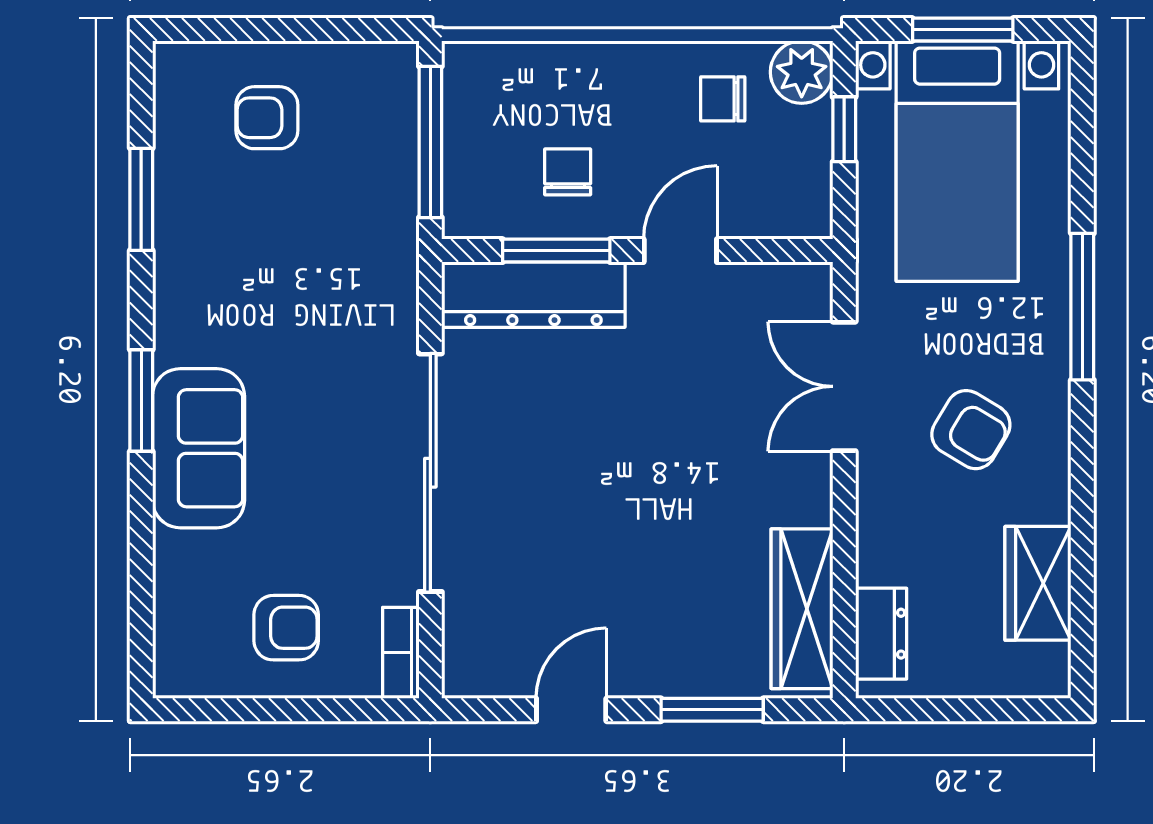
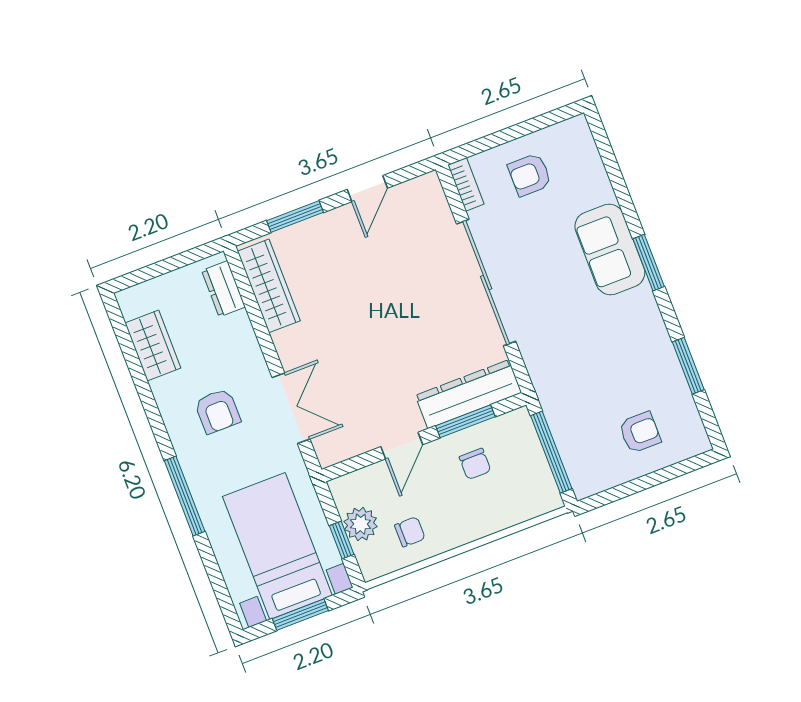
plant: (802, 72) -> (360, 524), moved
armchair: (971, 430) -> (218, 411), turned -121

